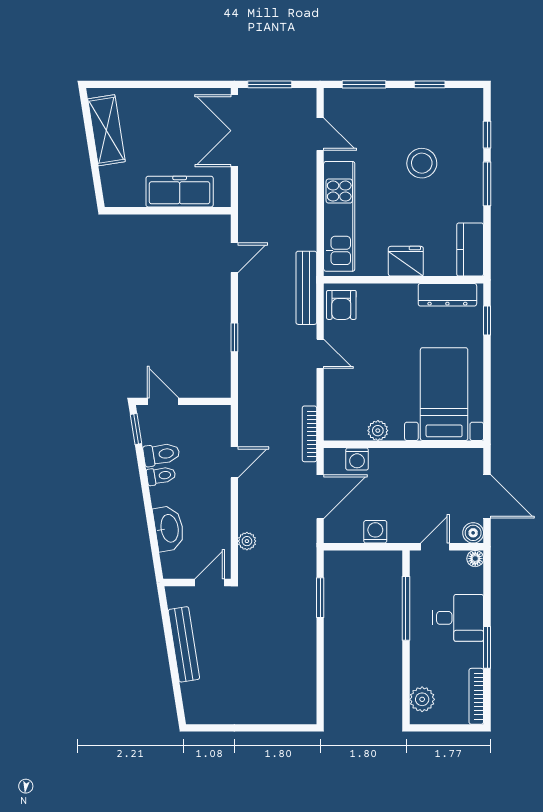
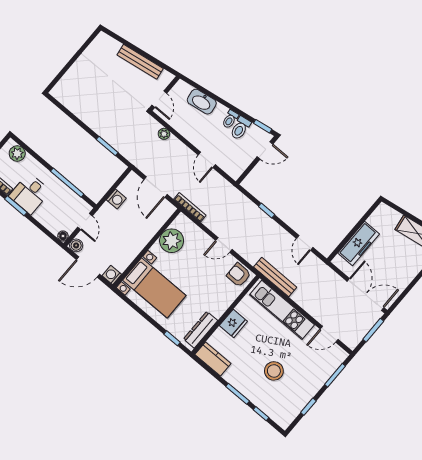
bench: (306, 288) -> (275, 277), moved
plant: (378, 431) -> (172, 241), width x1.88, depth x1.88
washing machine: (357, 459) -> (112, 275), moved
desk: (458, 618) -> (30, 194), moved

